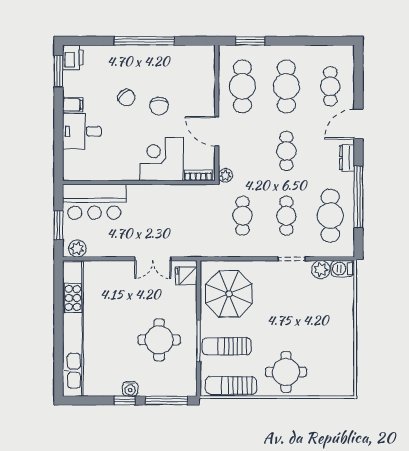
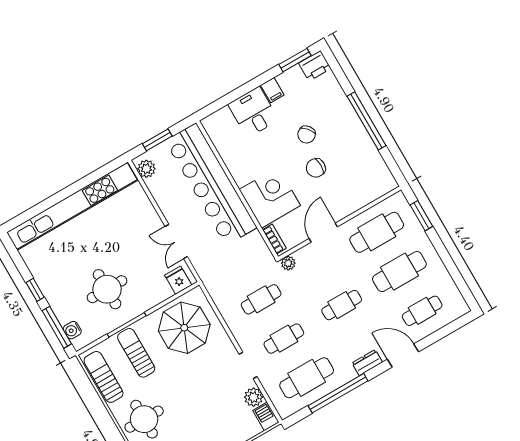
bar counter: (94, 202) -> (211, 184), width x1.86
water cooler: (130, 389) -> (72, 330), moved

